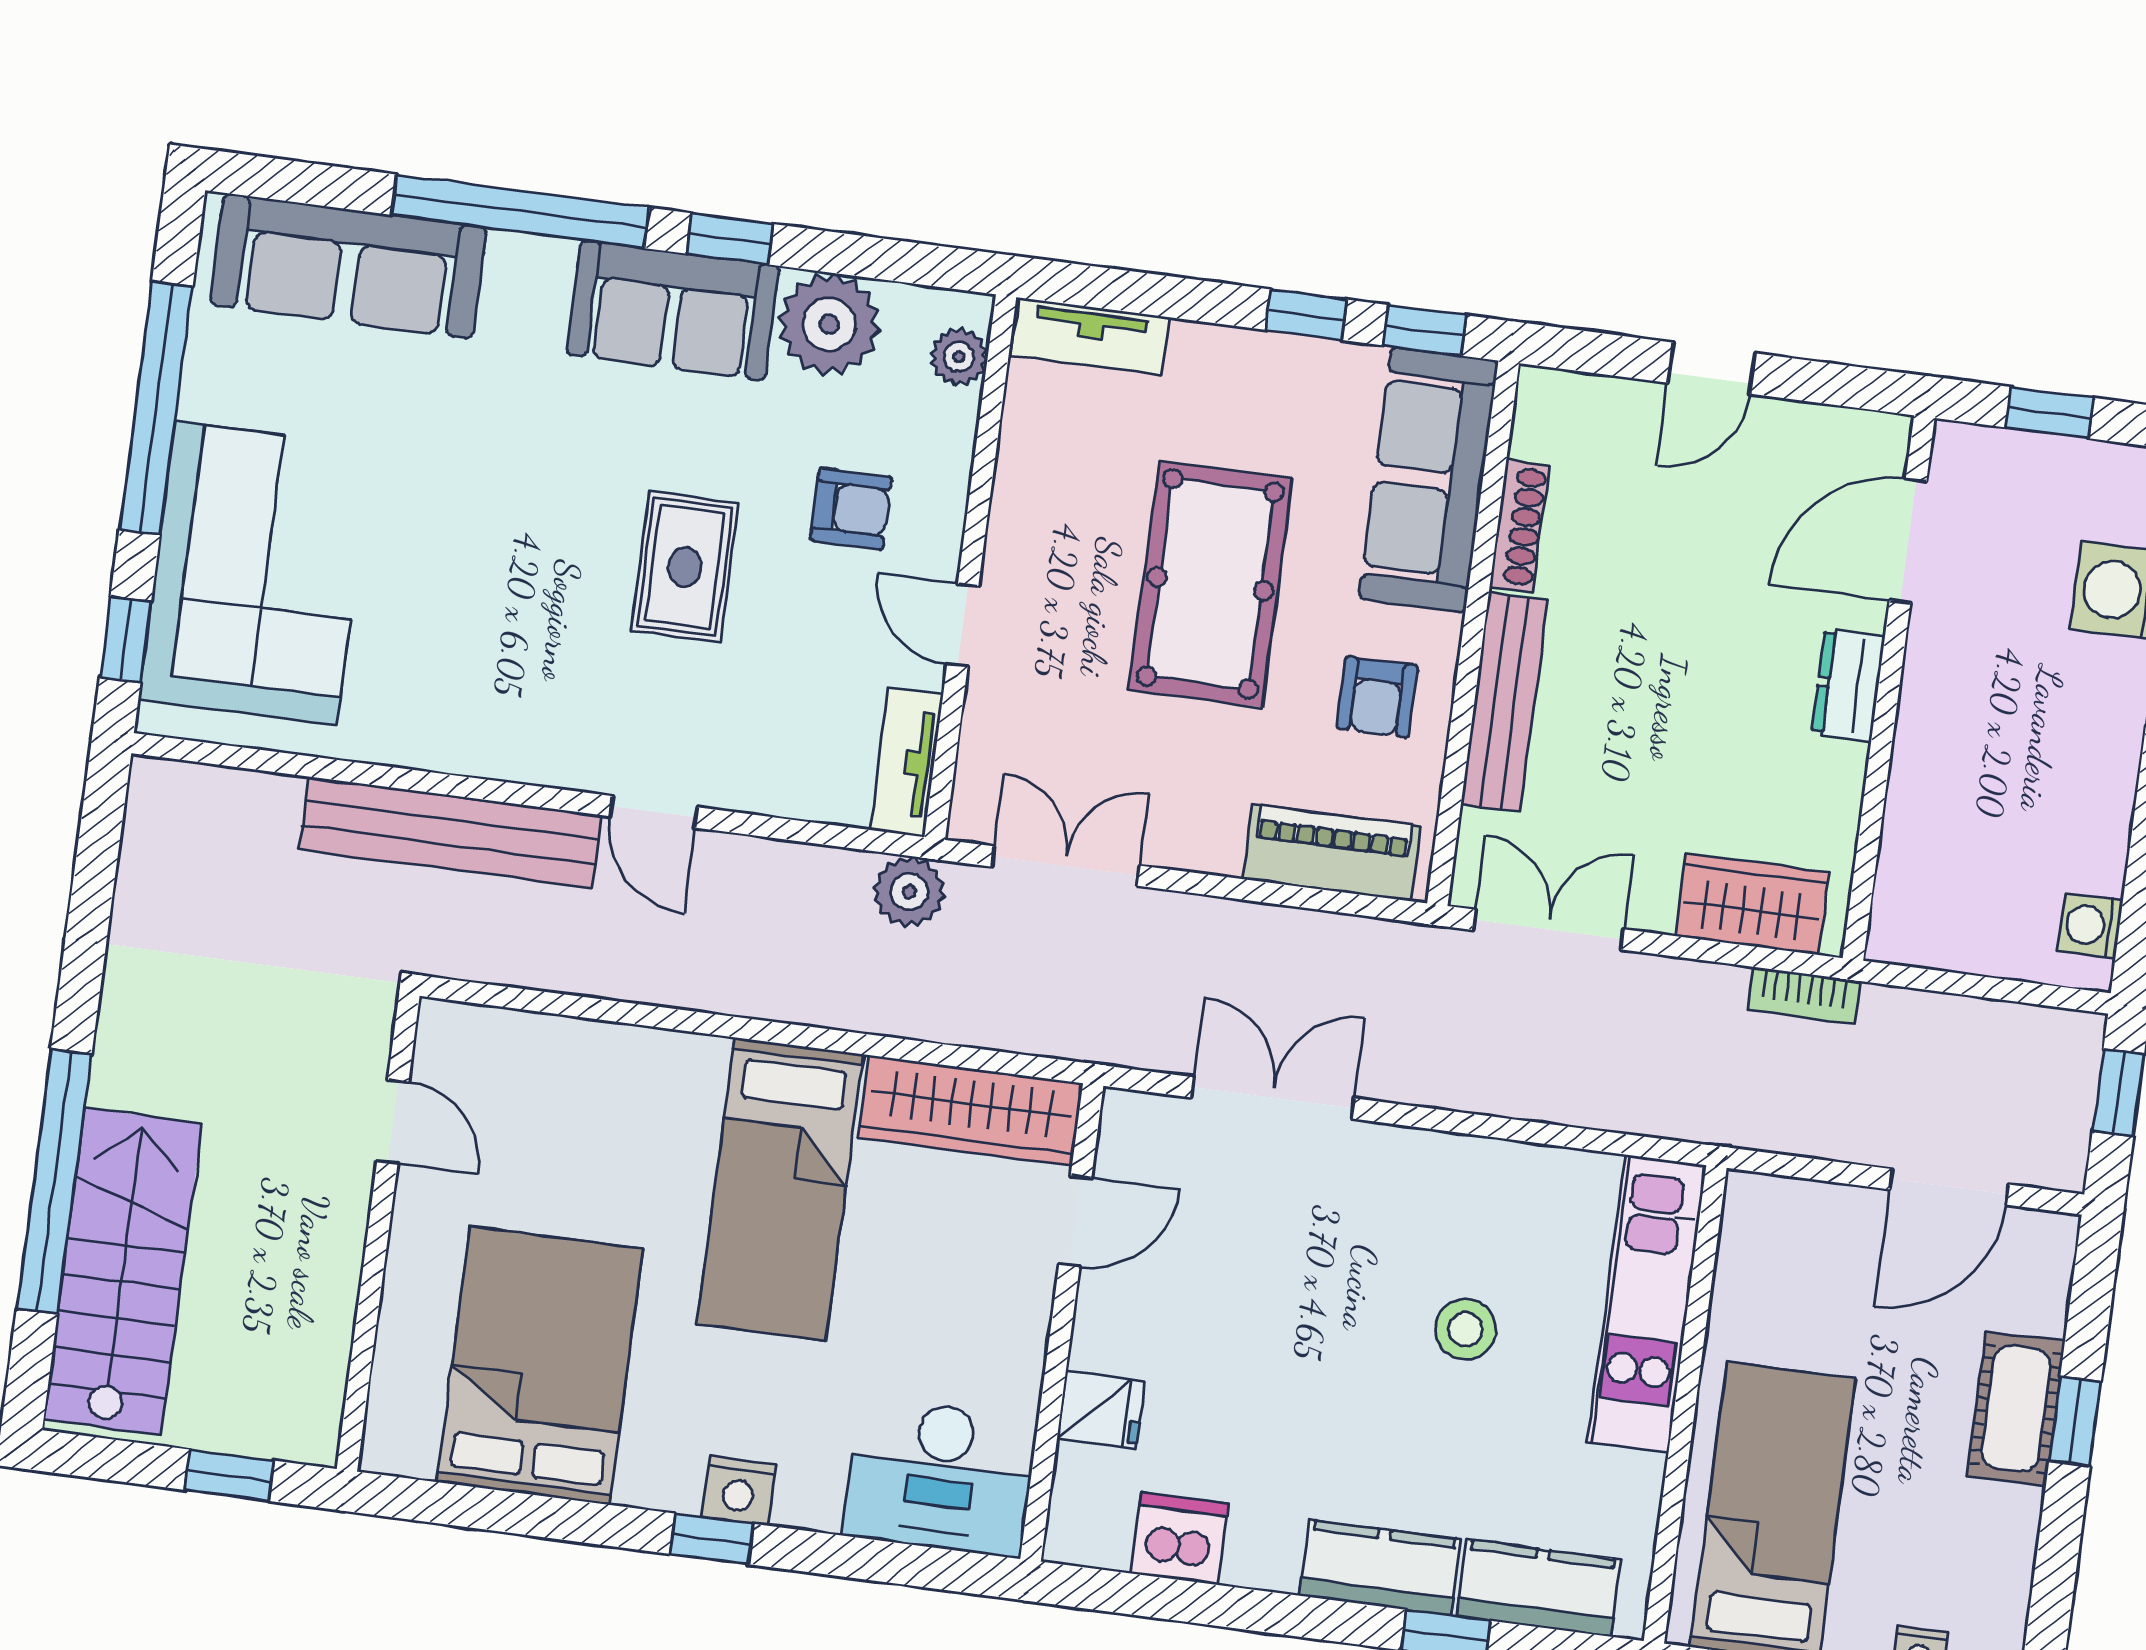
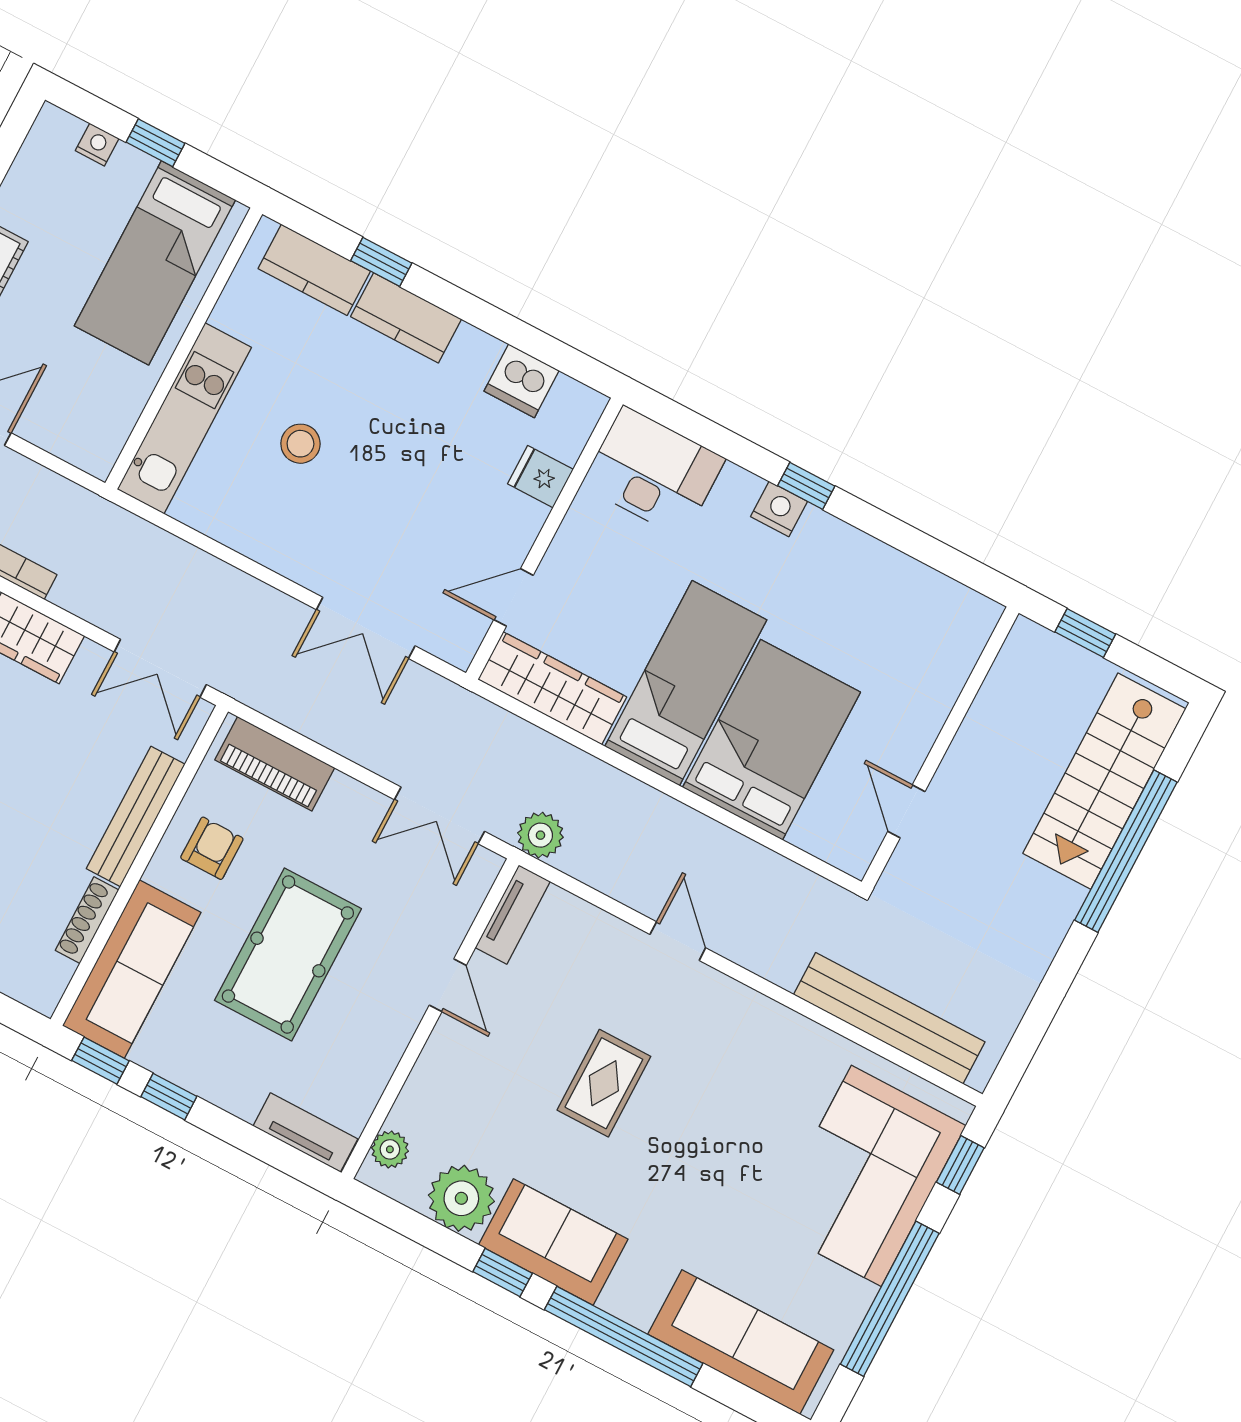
armchair: (851, 509) -> (490, 1081), removed
bench: (450, 832) -> (889, 1018), moved
bed: (540, 1366) -> (772, 740), moved, turned 180

